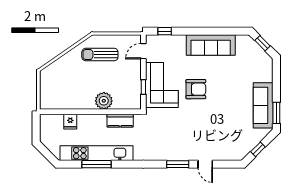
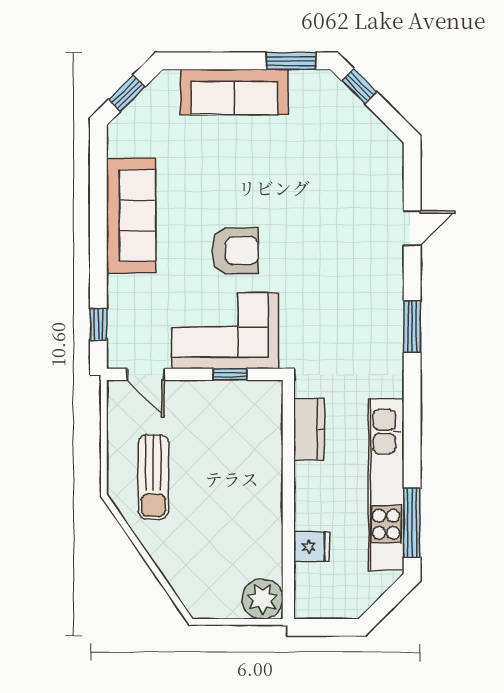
armchair: (196, 89) -> (235, 251), turned 90
plant: (104, 101) -> (263, 599), moved
sofa: (263, 105) -> (234, 92), moved
window: (258, 149) -> (359, 86), moved
window: (97, 164) -> (412, 523), moved
window: (178, 164) -> (412, 327), moved

